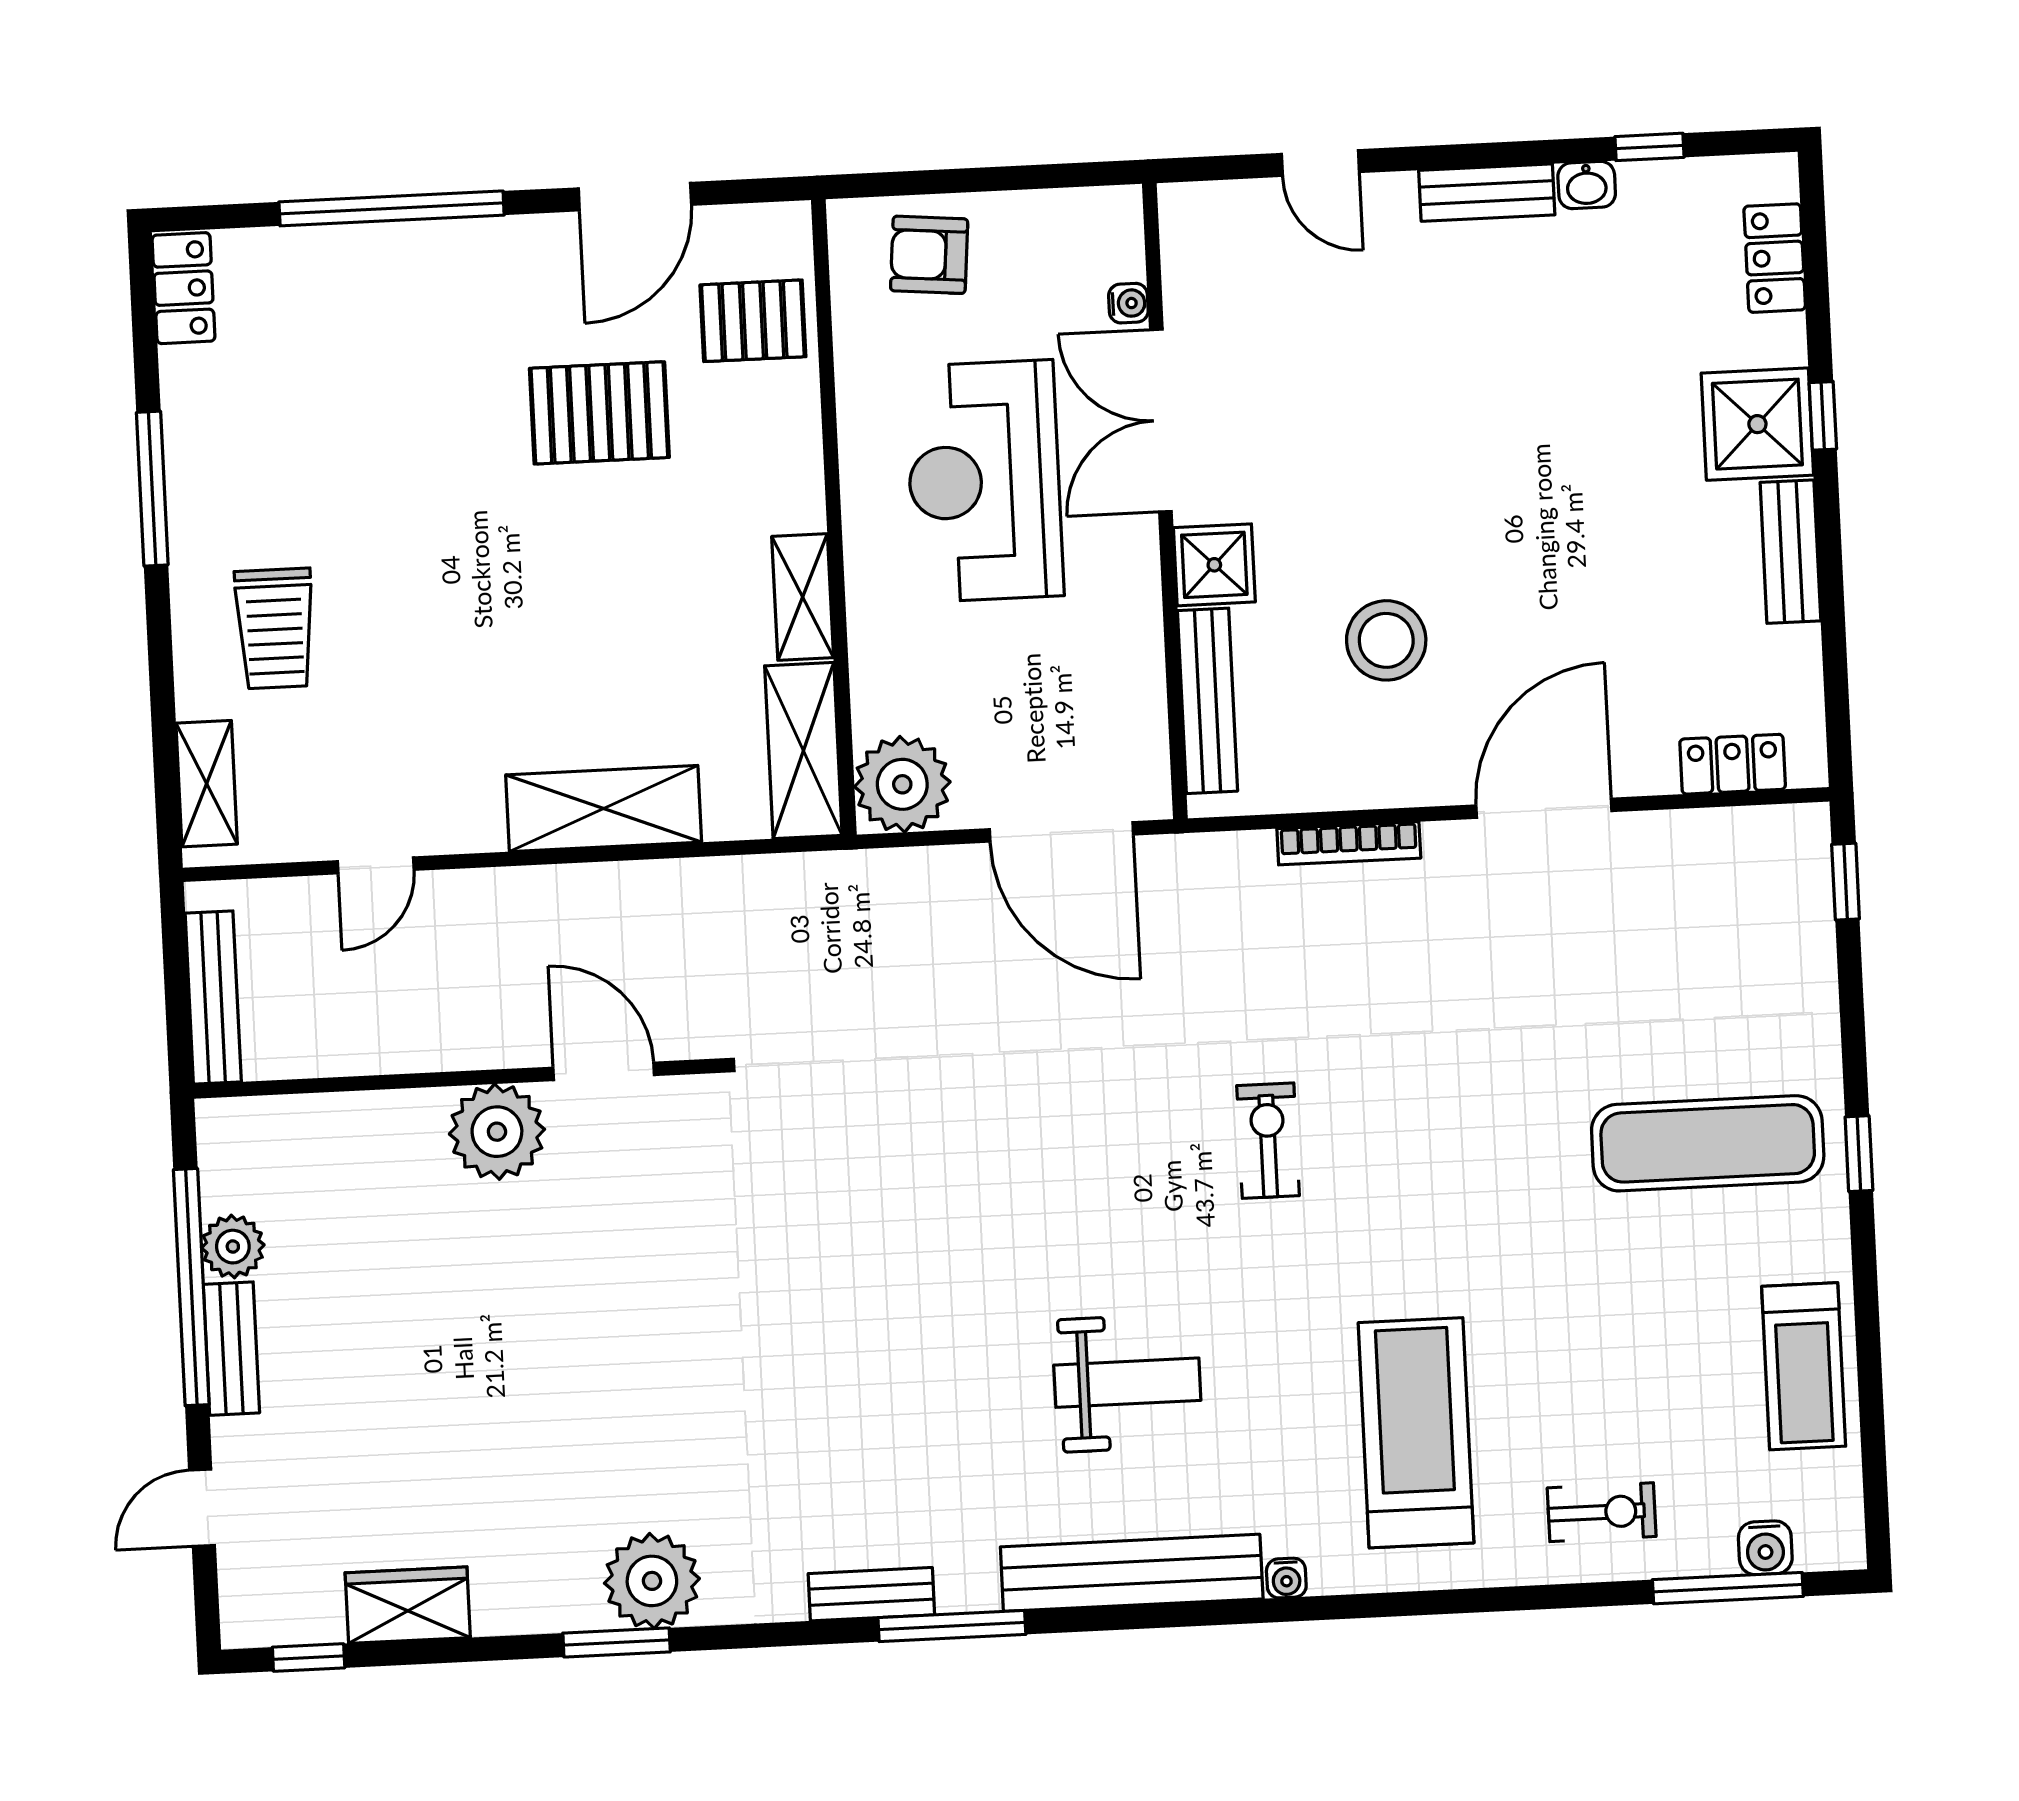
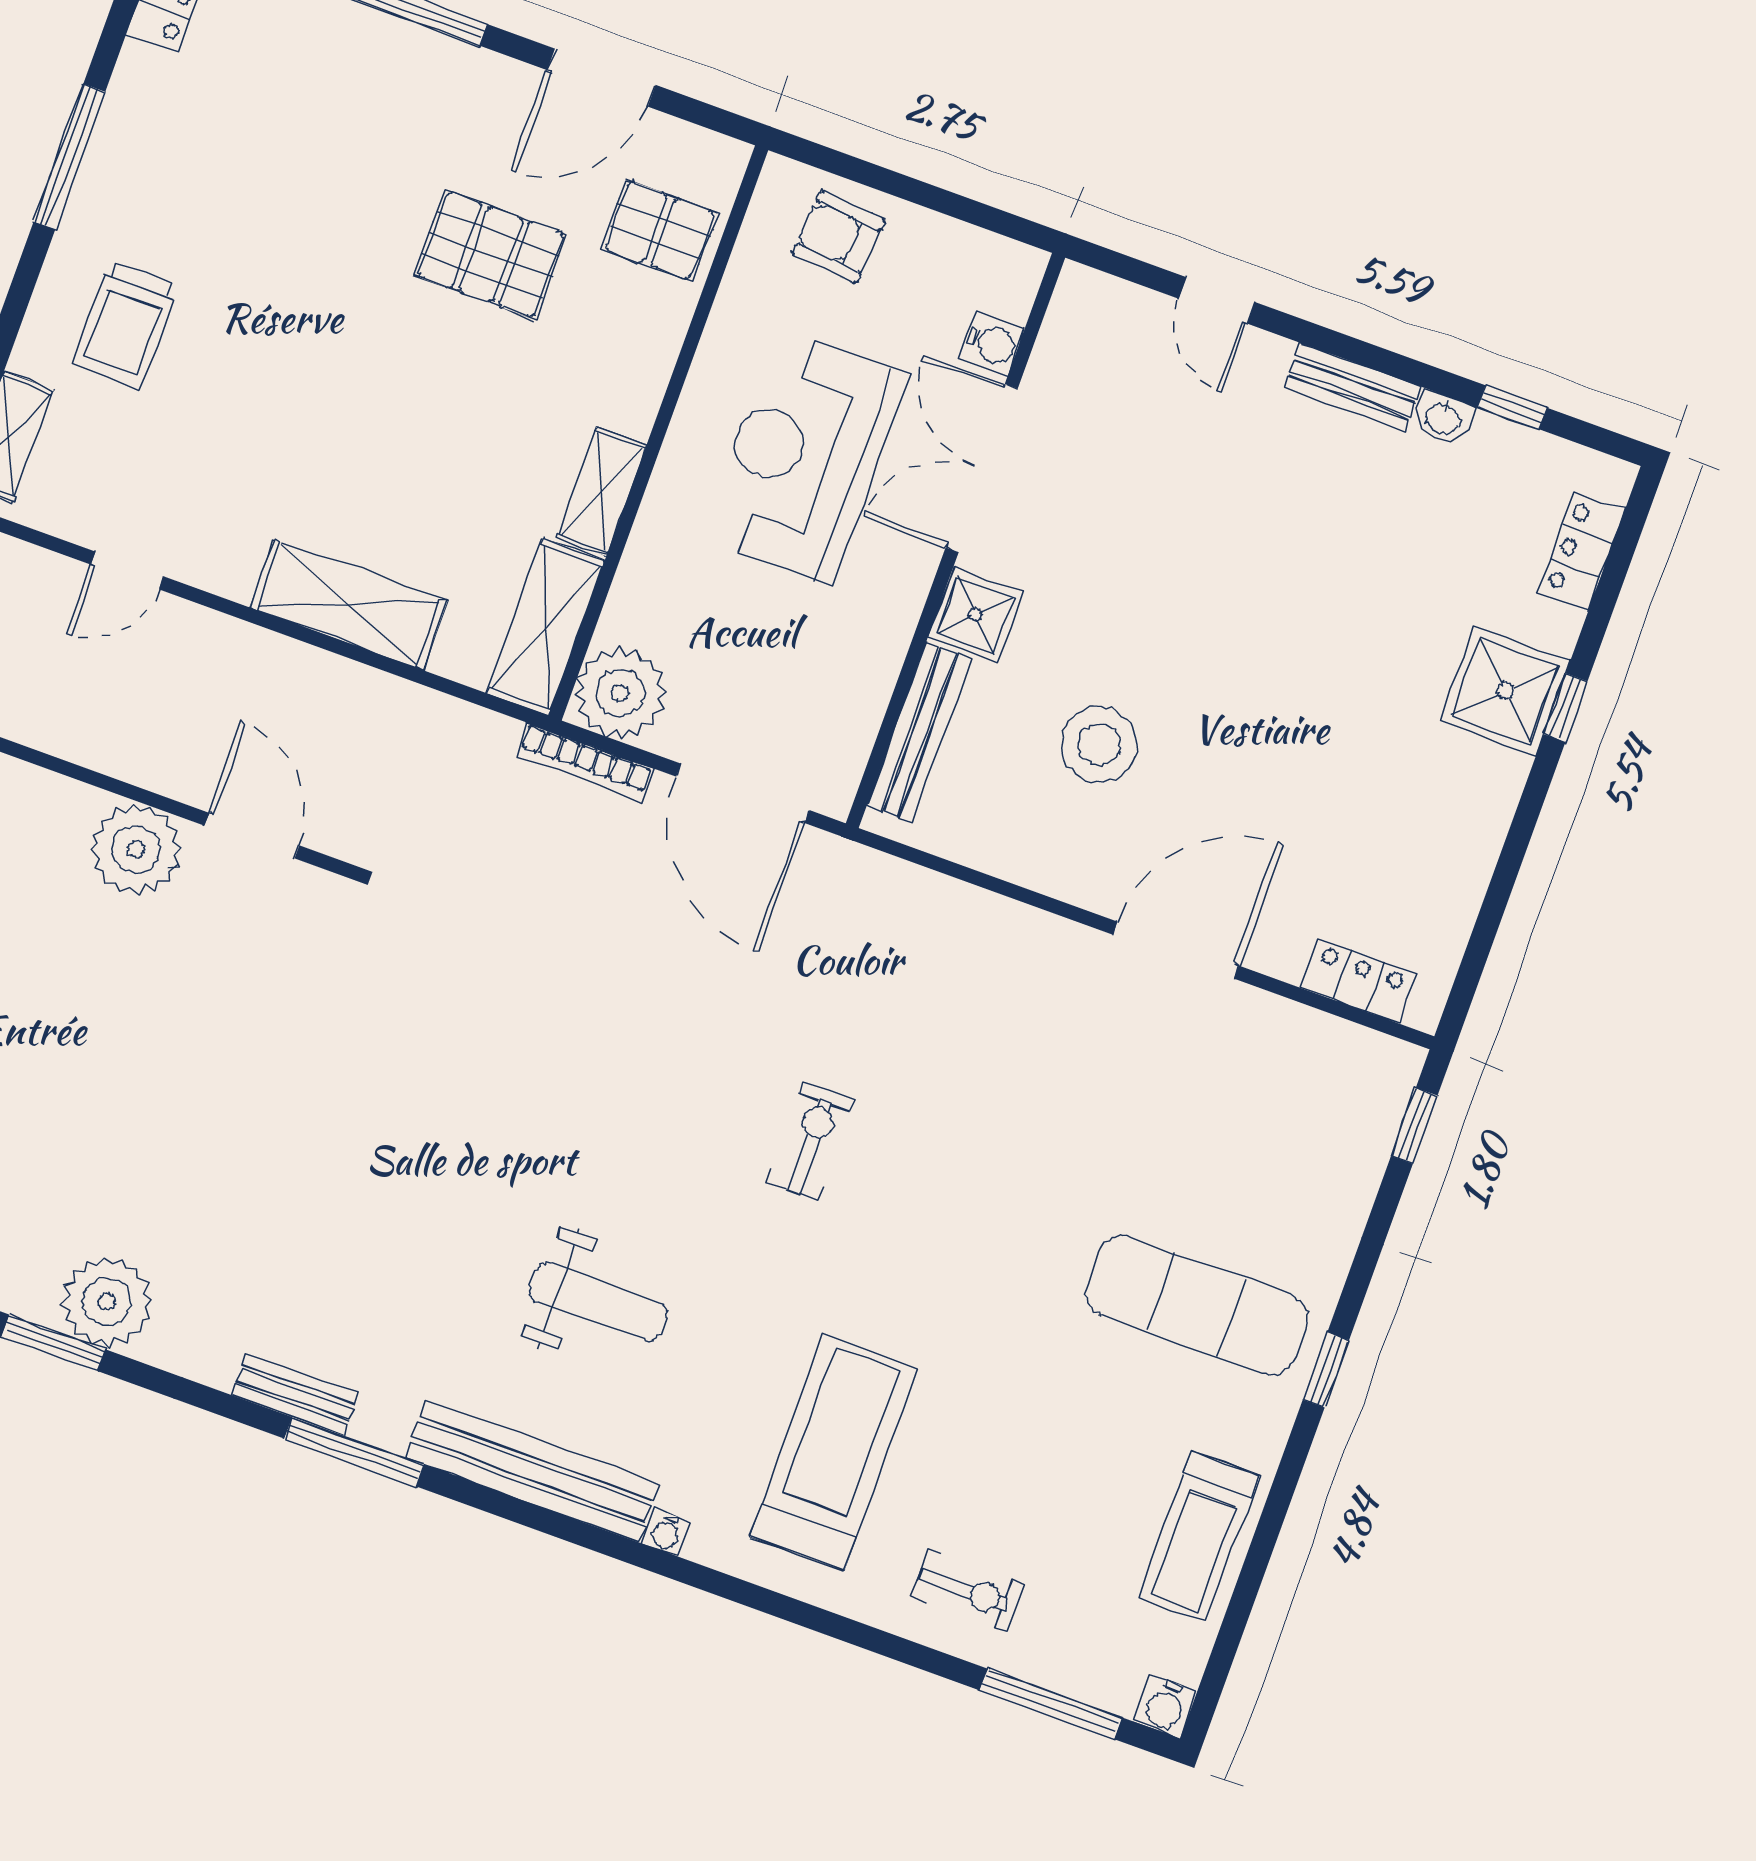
water cooler: (1128, 303) -> (992, 344), width x1.38, depth x1.38
bench: (1790, 552) -> (1487, 815), removed
bookcase: (1349, 843) -> (585, 762), moved
water cooler: (1765, 1548) -> (1165, 1706), moved

